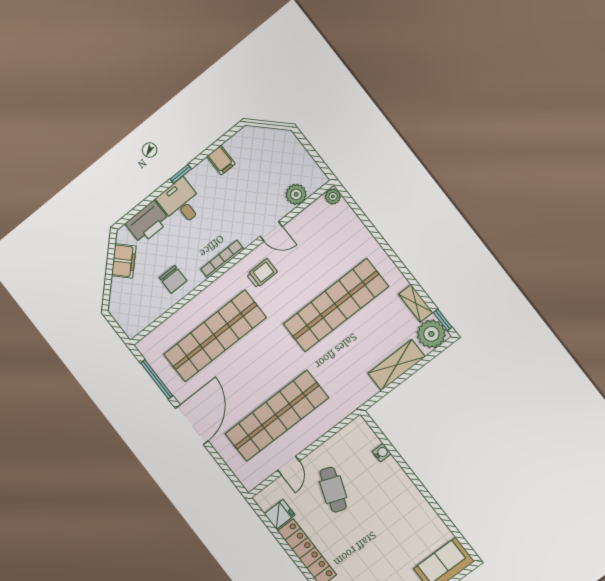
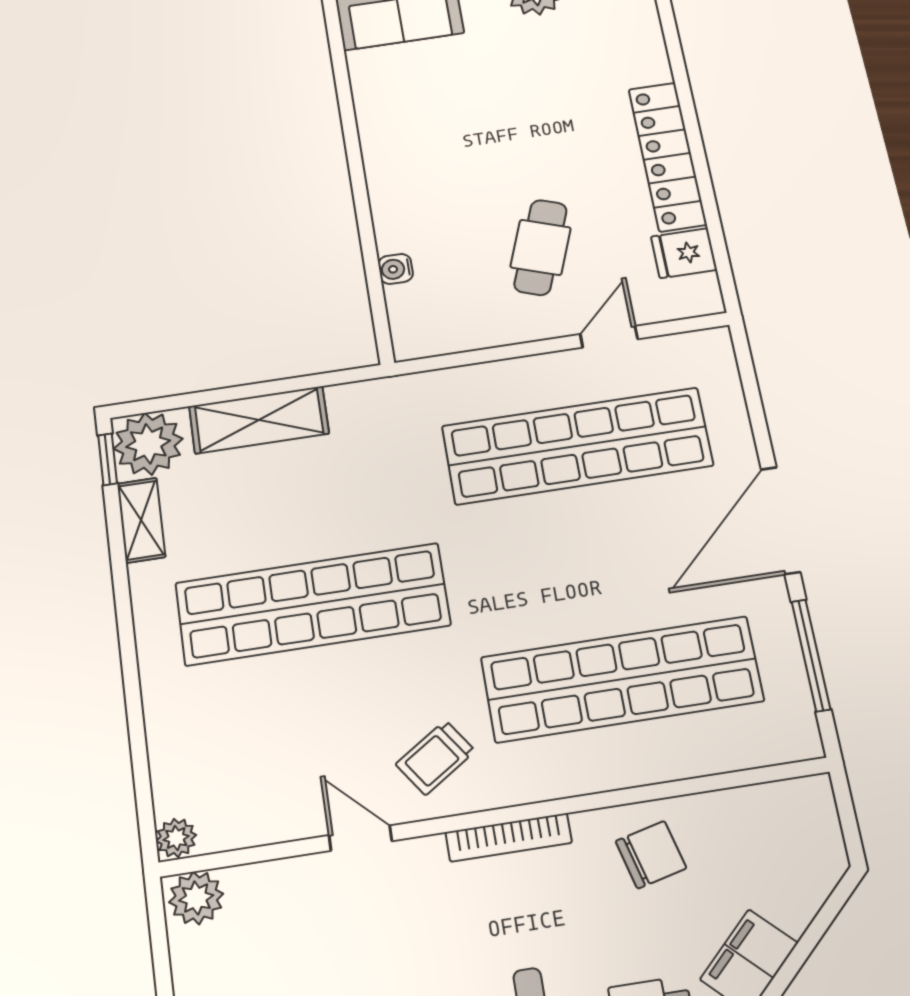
plant: (296, 194) -> (196, 898), moved
trolley: (262, 273) -> (436, 758), turned -34
chair: (173, 279) -> (651, 855), turned 76

